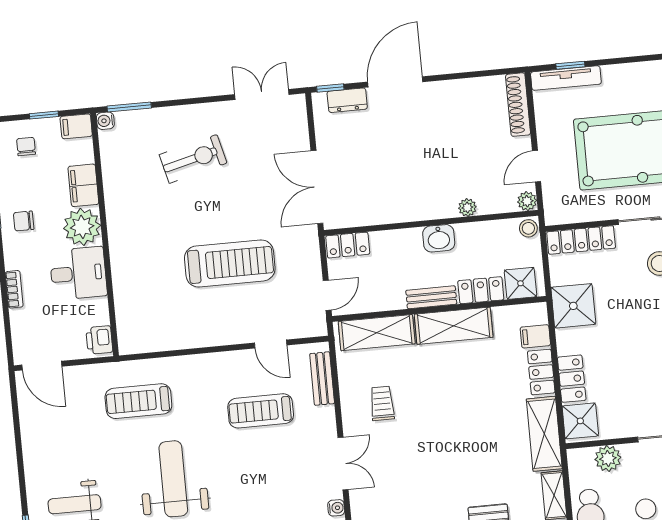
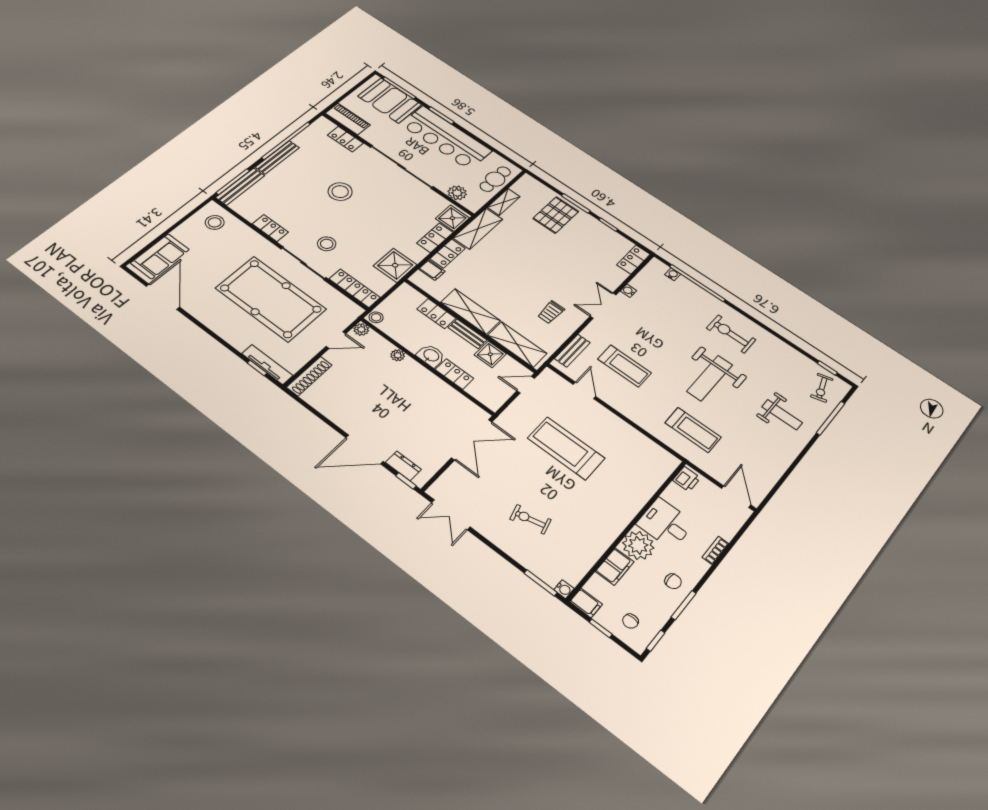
exercise bike: (193, 159) -> (530, 519), width x0.73, depth x0.72
locker: (348, 245) -> (454, 374), moved
shower: (520, 283) -> (490, 354), moved

